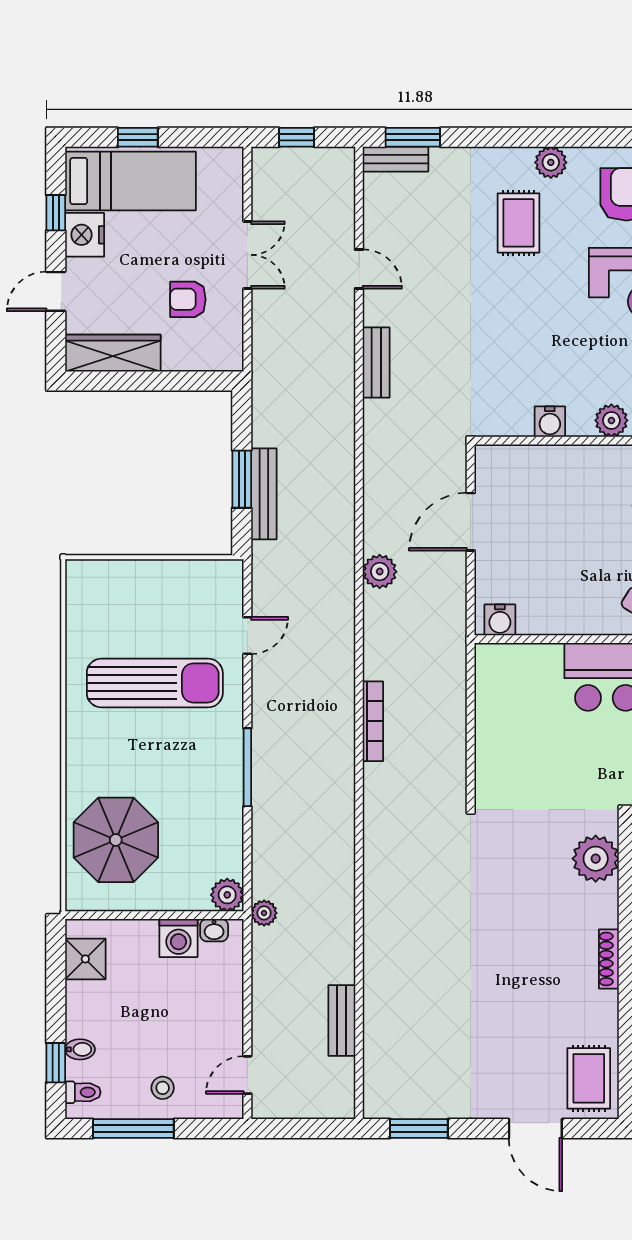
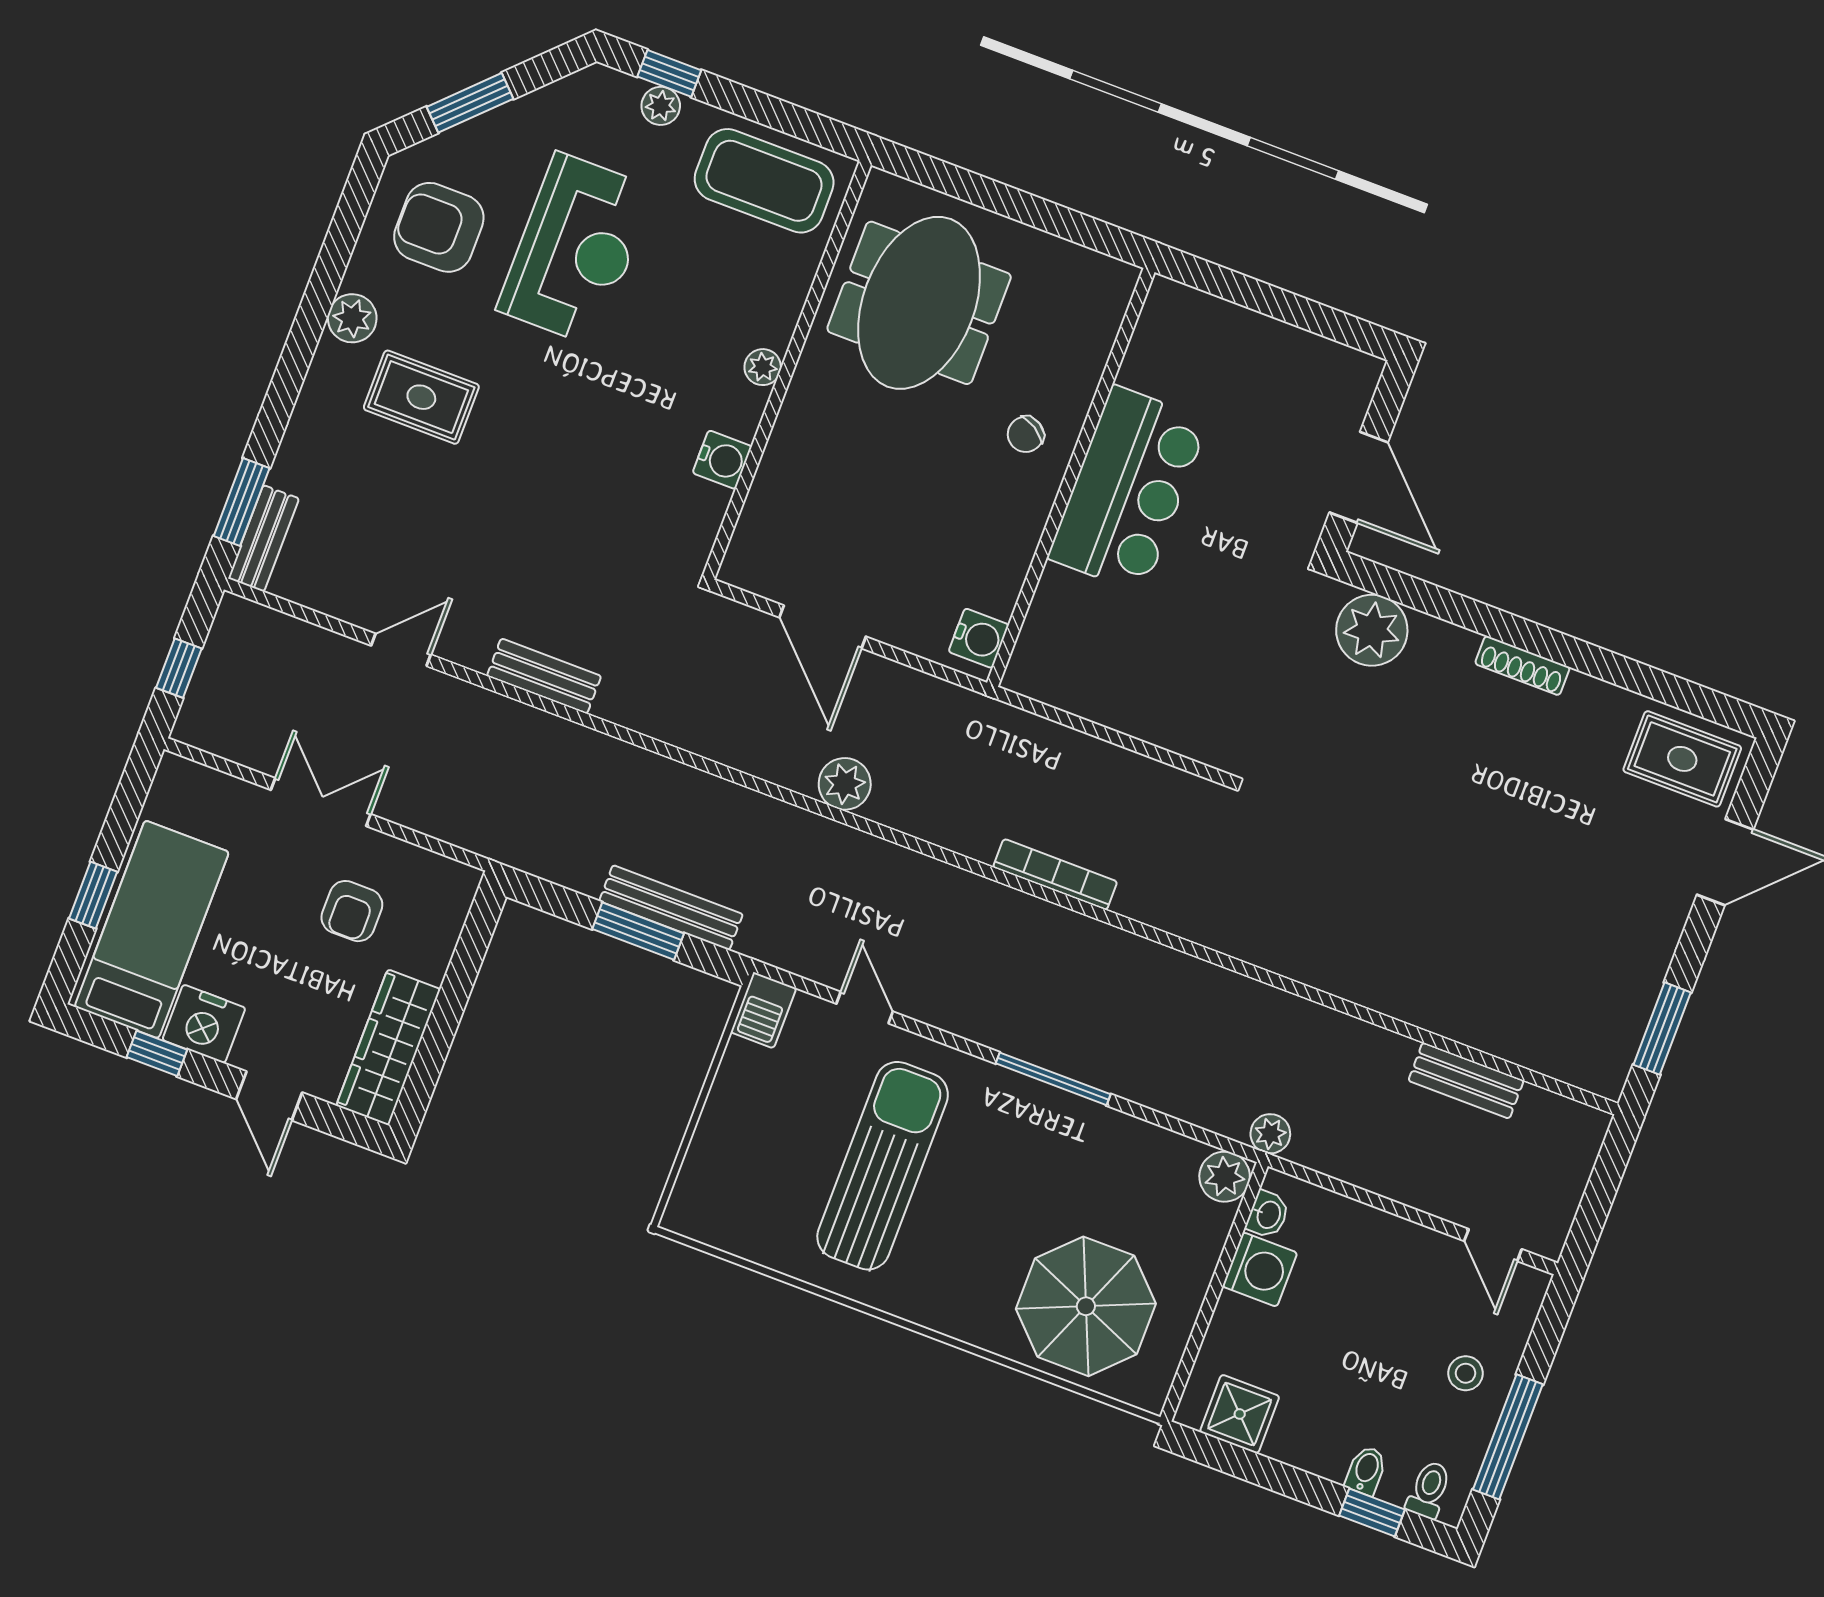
plant: (611, 420) -> (763, 367), width x0.73, depth x0.73
barbecue: (222, 574) -> (763, 1010), added

